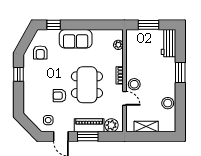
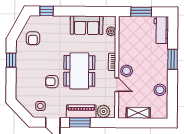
sofa: (76, 39) -> (87, 25), moved

